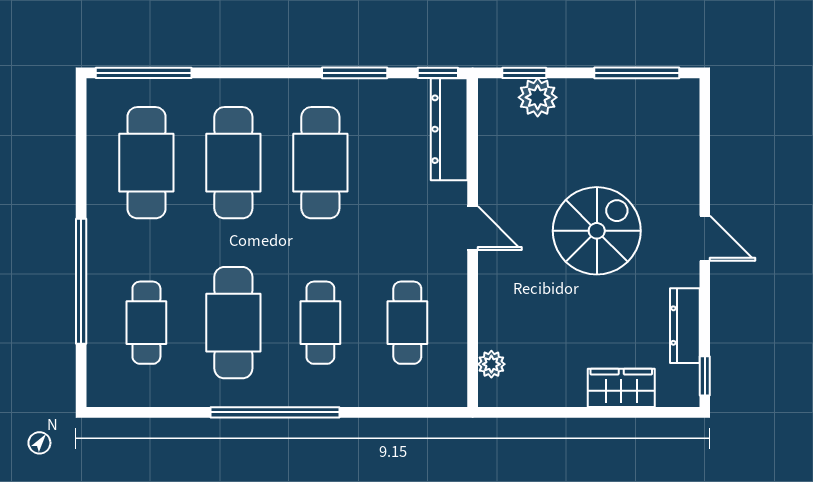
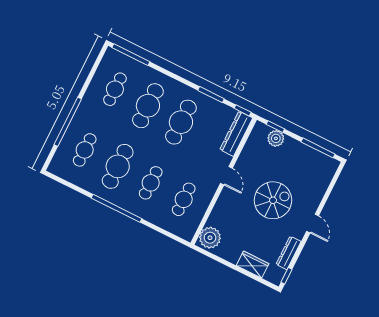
cafe table: (146, 163) -> (115, 89), width x0.73, depth x0.74
plant: (491, 364) -> (210, 238), width x1.88, depth x1.88

